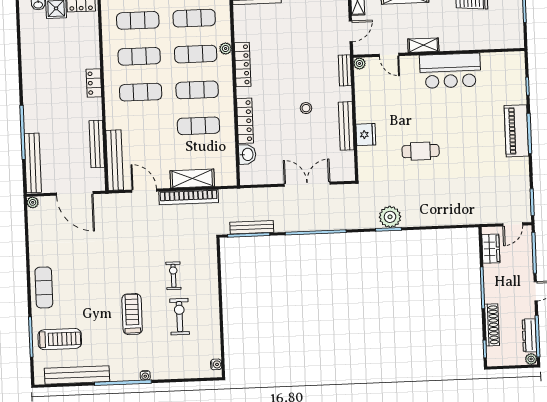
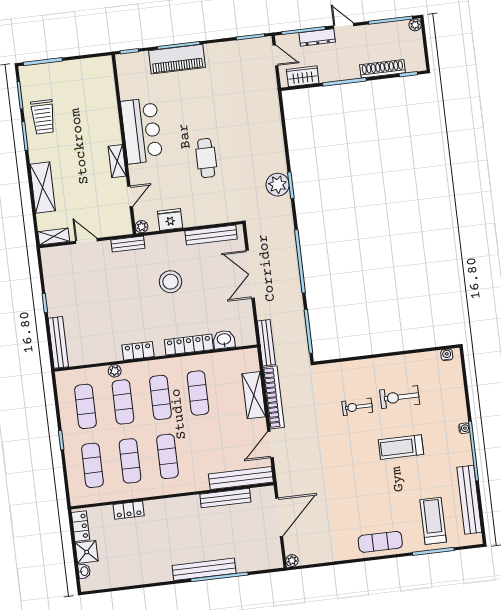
shelving: (423, 45) -> (117, 161), moved
wall: (439, 53) -> (124, 144), moved
door: (389, 55) -> (130, 196), moved
plant: (359, 63) -> (142, 227), moved
locker: (243, 65) -> (138, 351), width x0.66
bar counter: (450, 71) -> (142, 131), moved
locker: (94, 83) -> (129, 510), moved
stool: (306, 108) -> (171, 282), width x1.89, depth x1.89
bench: (346, 126) -> (211, 235), moved
fridge: (366, 135) -> (170, 220), moved
bench: (33, 163) -> (204, 569), moved
bench: (252, 227) -> (266, 343), moved
dresser: (529, 335) -> (317, 37), moved

